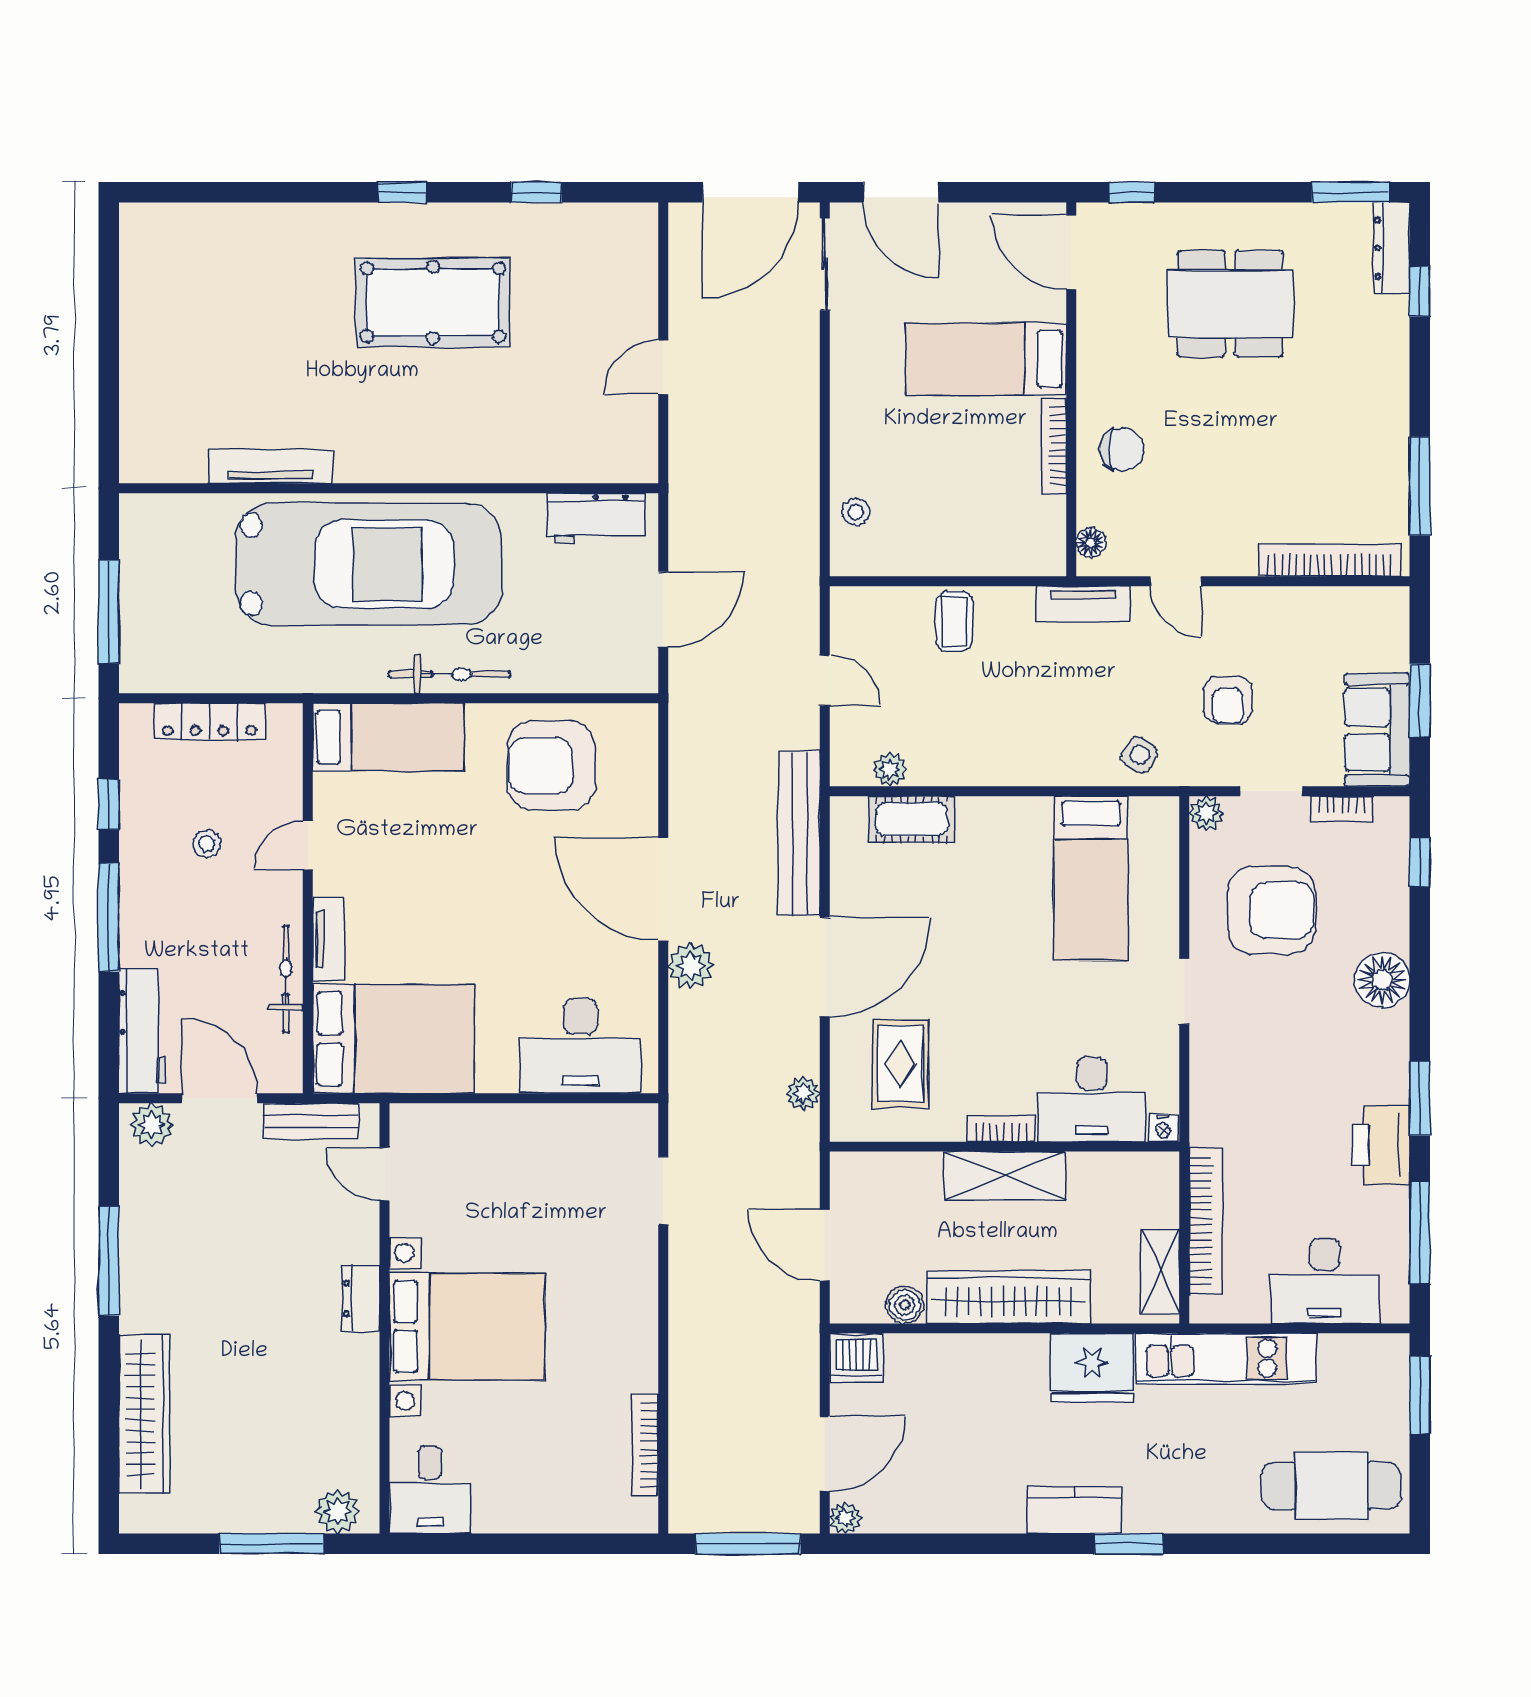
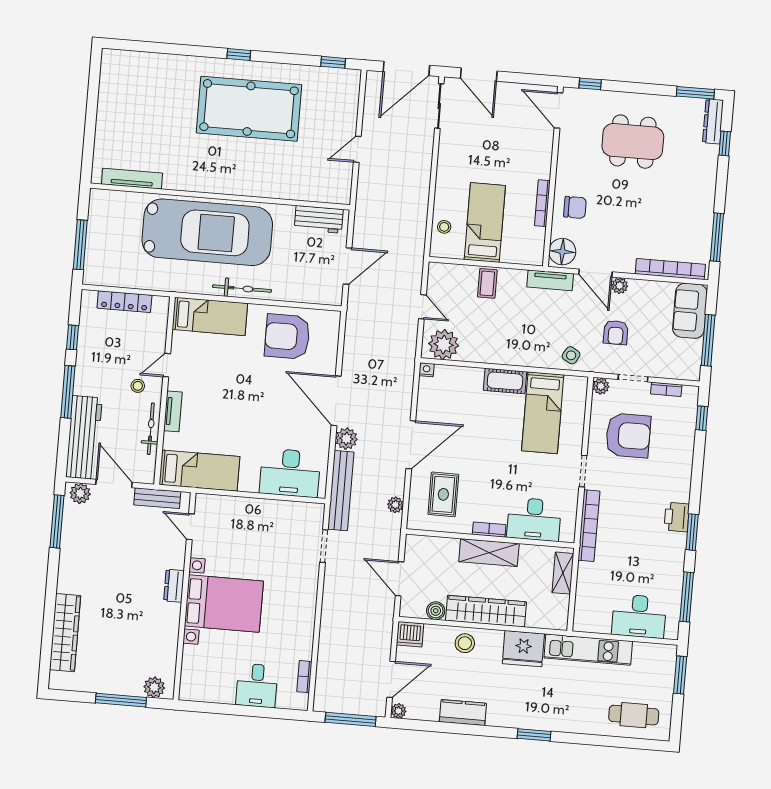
window: (536, 192) -> (333, 62), moved
pool table: (433, 302) -> (249, 109), width x1.36, depth x1.32
bed: (986, 359) -> (485, 223), moved, turned 90
tv unit: (271, 467) -> (132, 179), moved
floor lamp: (1091, 543) -> (562, 252), width x1.89, depth x1.89
door: (1176, 581) -> (595, 273), width x1.38
plant: (1228, 603) -> (620, 286), added
window: (1420, 700) -> (708, 340), width x1.44
sofa: (1377, 730) -> (690, 311), moved
plant: (890, 770) -> (444, 345), width x1.88, depth x1.88
cot: (912, 819) -> (505, 381), moved
bench: (800, 833) -> (341, 491), moved
stool: (207, 844) -> (138, 386), moved
floor lamp: (1382, 980) -> (679, 473), removed
workbench: (142, 1031) -> (84, 437), width x1.36, depth x1.32
bed: (393, 1039) -> (199, 471), width x0.67
nightstand: (1163, 1128) -> (427, 370), moved, turned 180
printer: (1381, 1145) -> (677, 517), moved, width x0.73, depth x0.84
bookcase: (1206, 1221) -> (589, 526), moved
window: (109, 1261) -> (57, 521), moved
shelving: (1160, 1272) -> (563, 573), moved
stool: (970, 1367) -> (465, 643), added
bookcase: (645, 1445) -> (304, 677), width x0.64
cafe table: (1331, 1486) -> (634, 715), width x0.73, depth x0.74
desk: (430, 1490) -> (257, 685), moved
kitchen counter: (1074, 1510) -> (463, 713), moved

